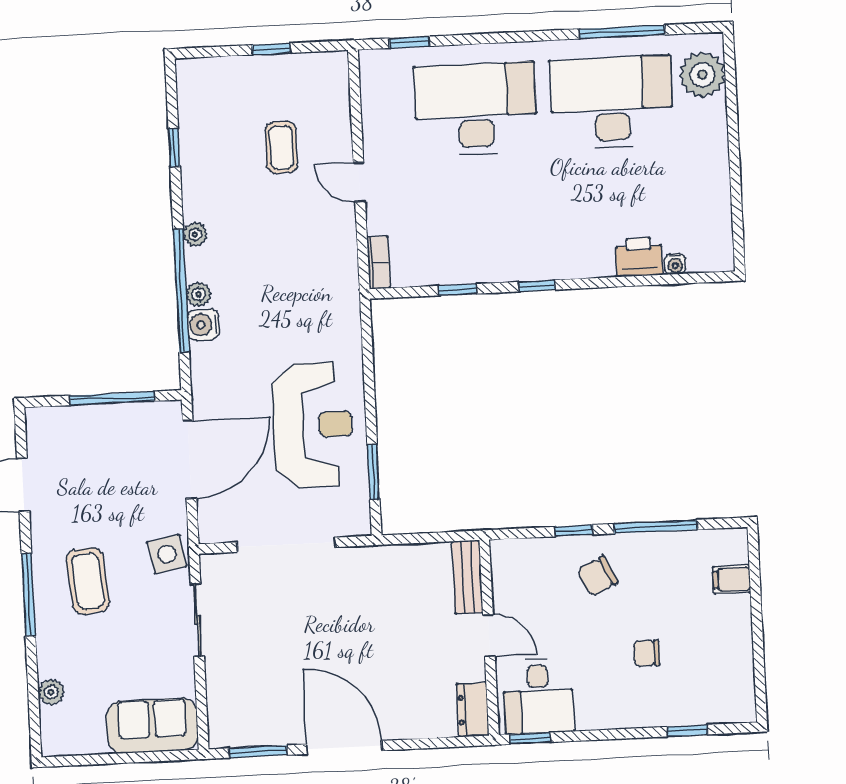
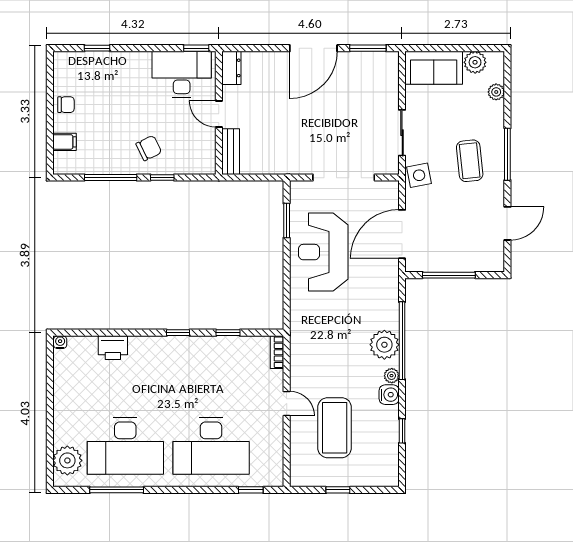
coffee table: (281, 147) -> (335, 428), width x1.86, depth x1.72
water cooler: (675, 264) -> (60, 342), moved
plant: (198, 294) -> (384, 345), width x1.88, depth x1.88
water cooler: (203, 325) -> (389, 395), moved
chair: (647, 653) -> (66, 105), moved
desk: (538, 696) -> (182, 74), width x1.37
plant: (87, 738) -> (475, 62), added
door: (344, 747) -> (313, 48), hinge flipped

